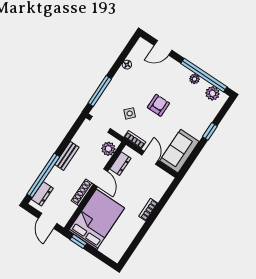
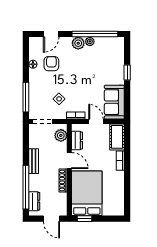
plant: (212, 93) -> (78, 43), moved
armchair: (158, 105) -> (51, 64), moved
cot: (160, 185) -> (117, 137), added

